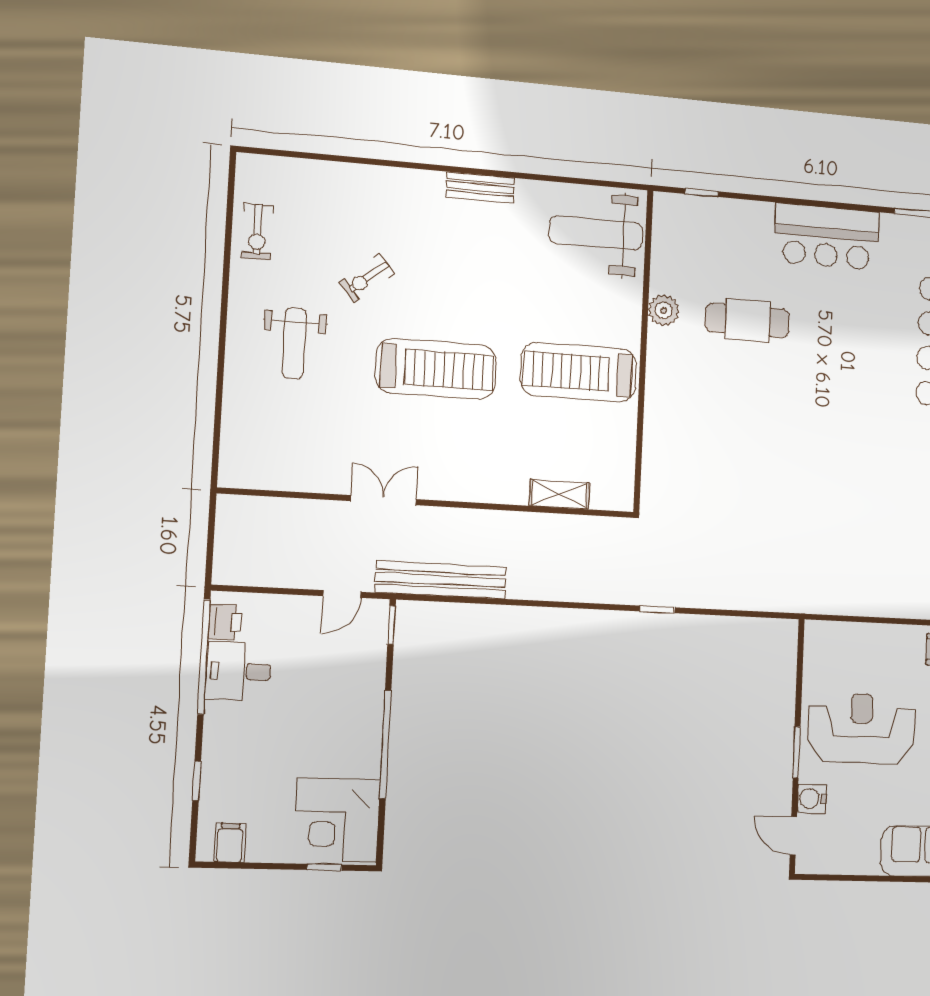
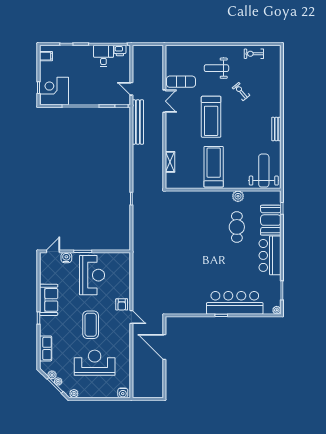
booth: (732, 226) -> (271, 220), added
exercise mat: (329, 448) -> (181, 82), added

